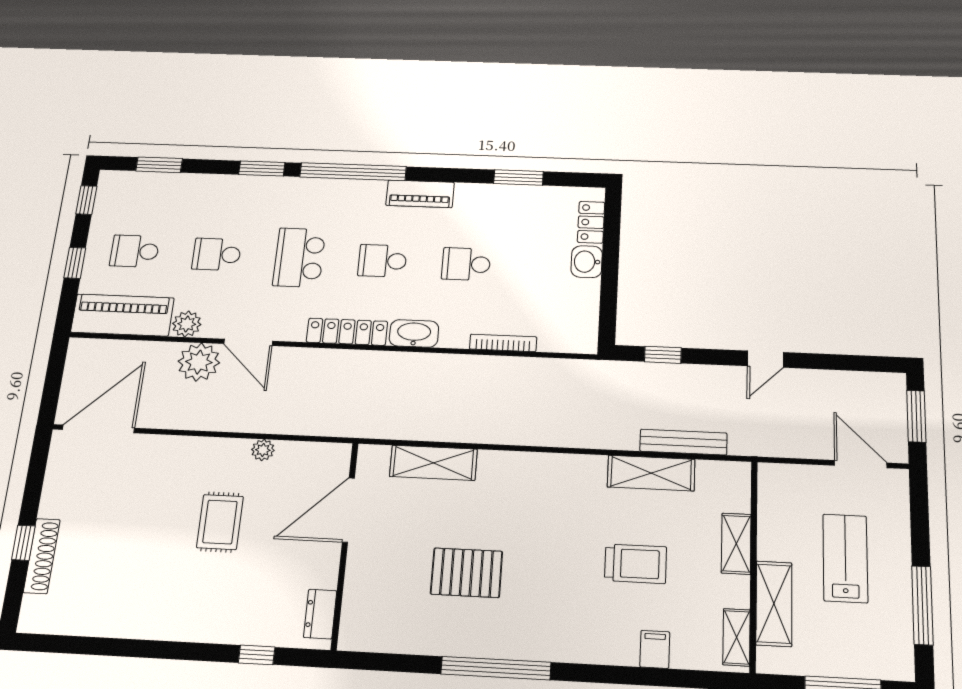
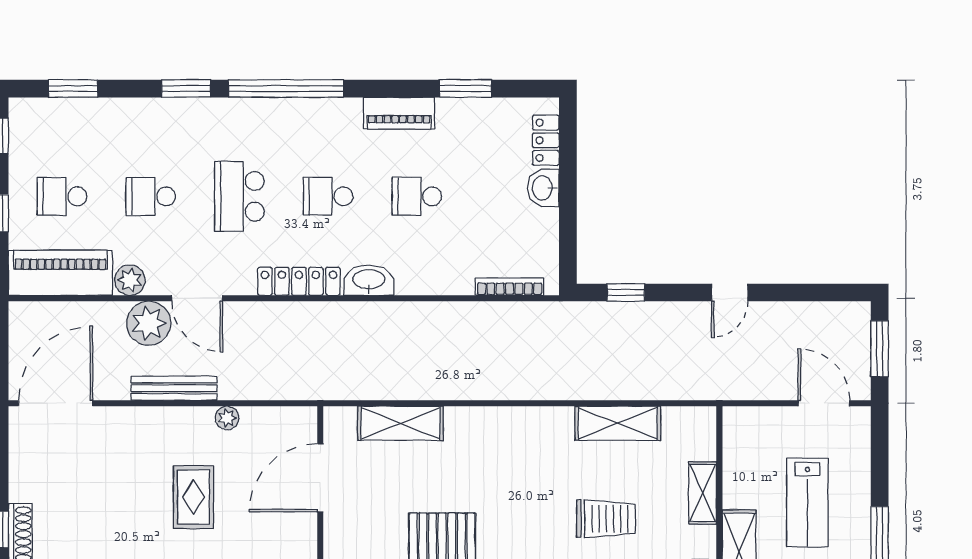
piano: (420, 194) -> (399, 113), moved
bookcase: (503, 343) -> (510, 287), moved
bench: (683, 442) -> (174, 388), moved
lab bench: (845, 558) -> (807, 502), turned 180

